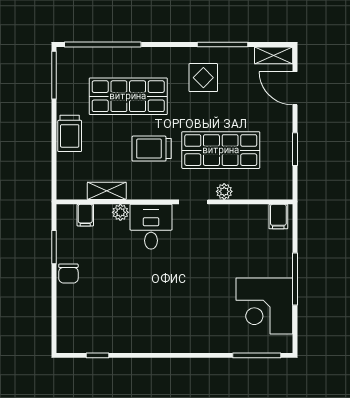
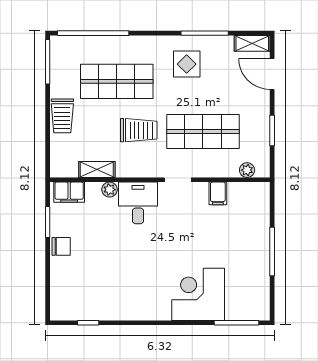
trolley: (152, 149) -> (139, 130), turned 180
plant: (224, 191) -> (247, 170), moved
filing cabinet: (85, 215) -> (69, 192), width x2.00
filing cabinet: (278, 217) -> (218, 193), moved
chair: (68, 273) -> (61, 246), turned -90
corner desk: (264, 306) -> (198, 294), moved, turned 90

